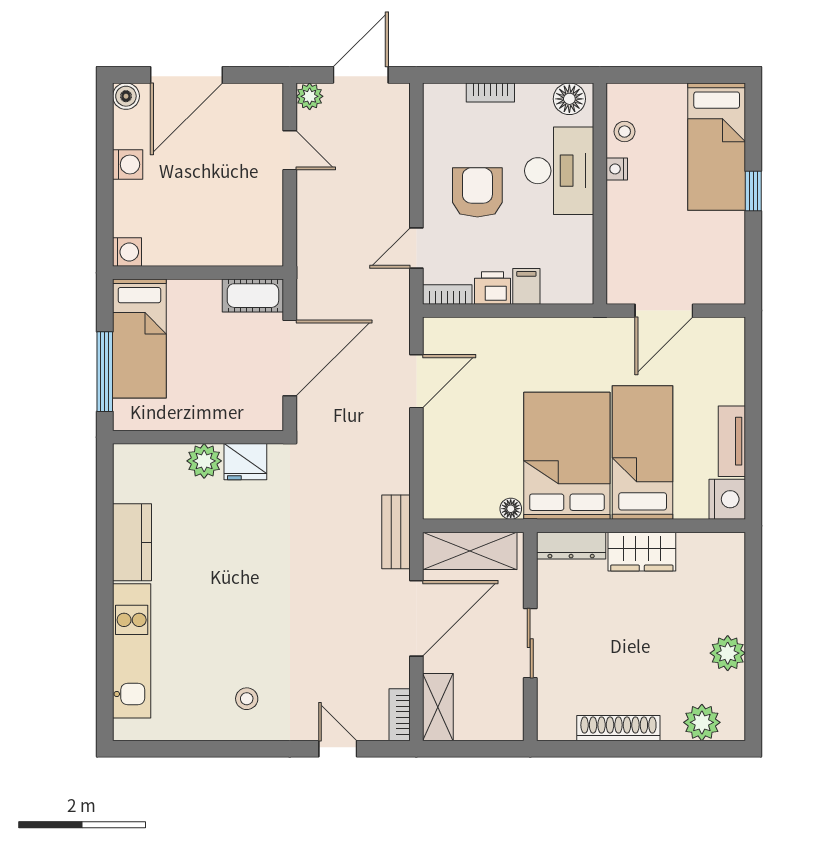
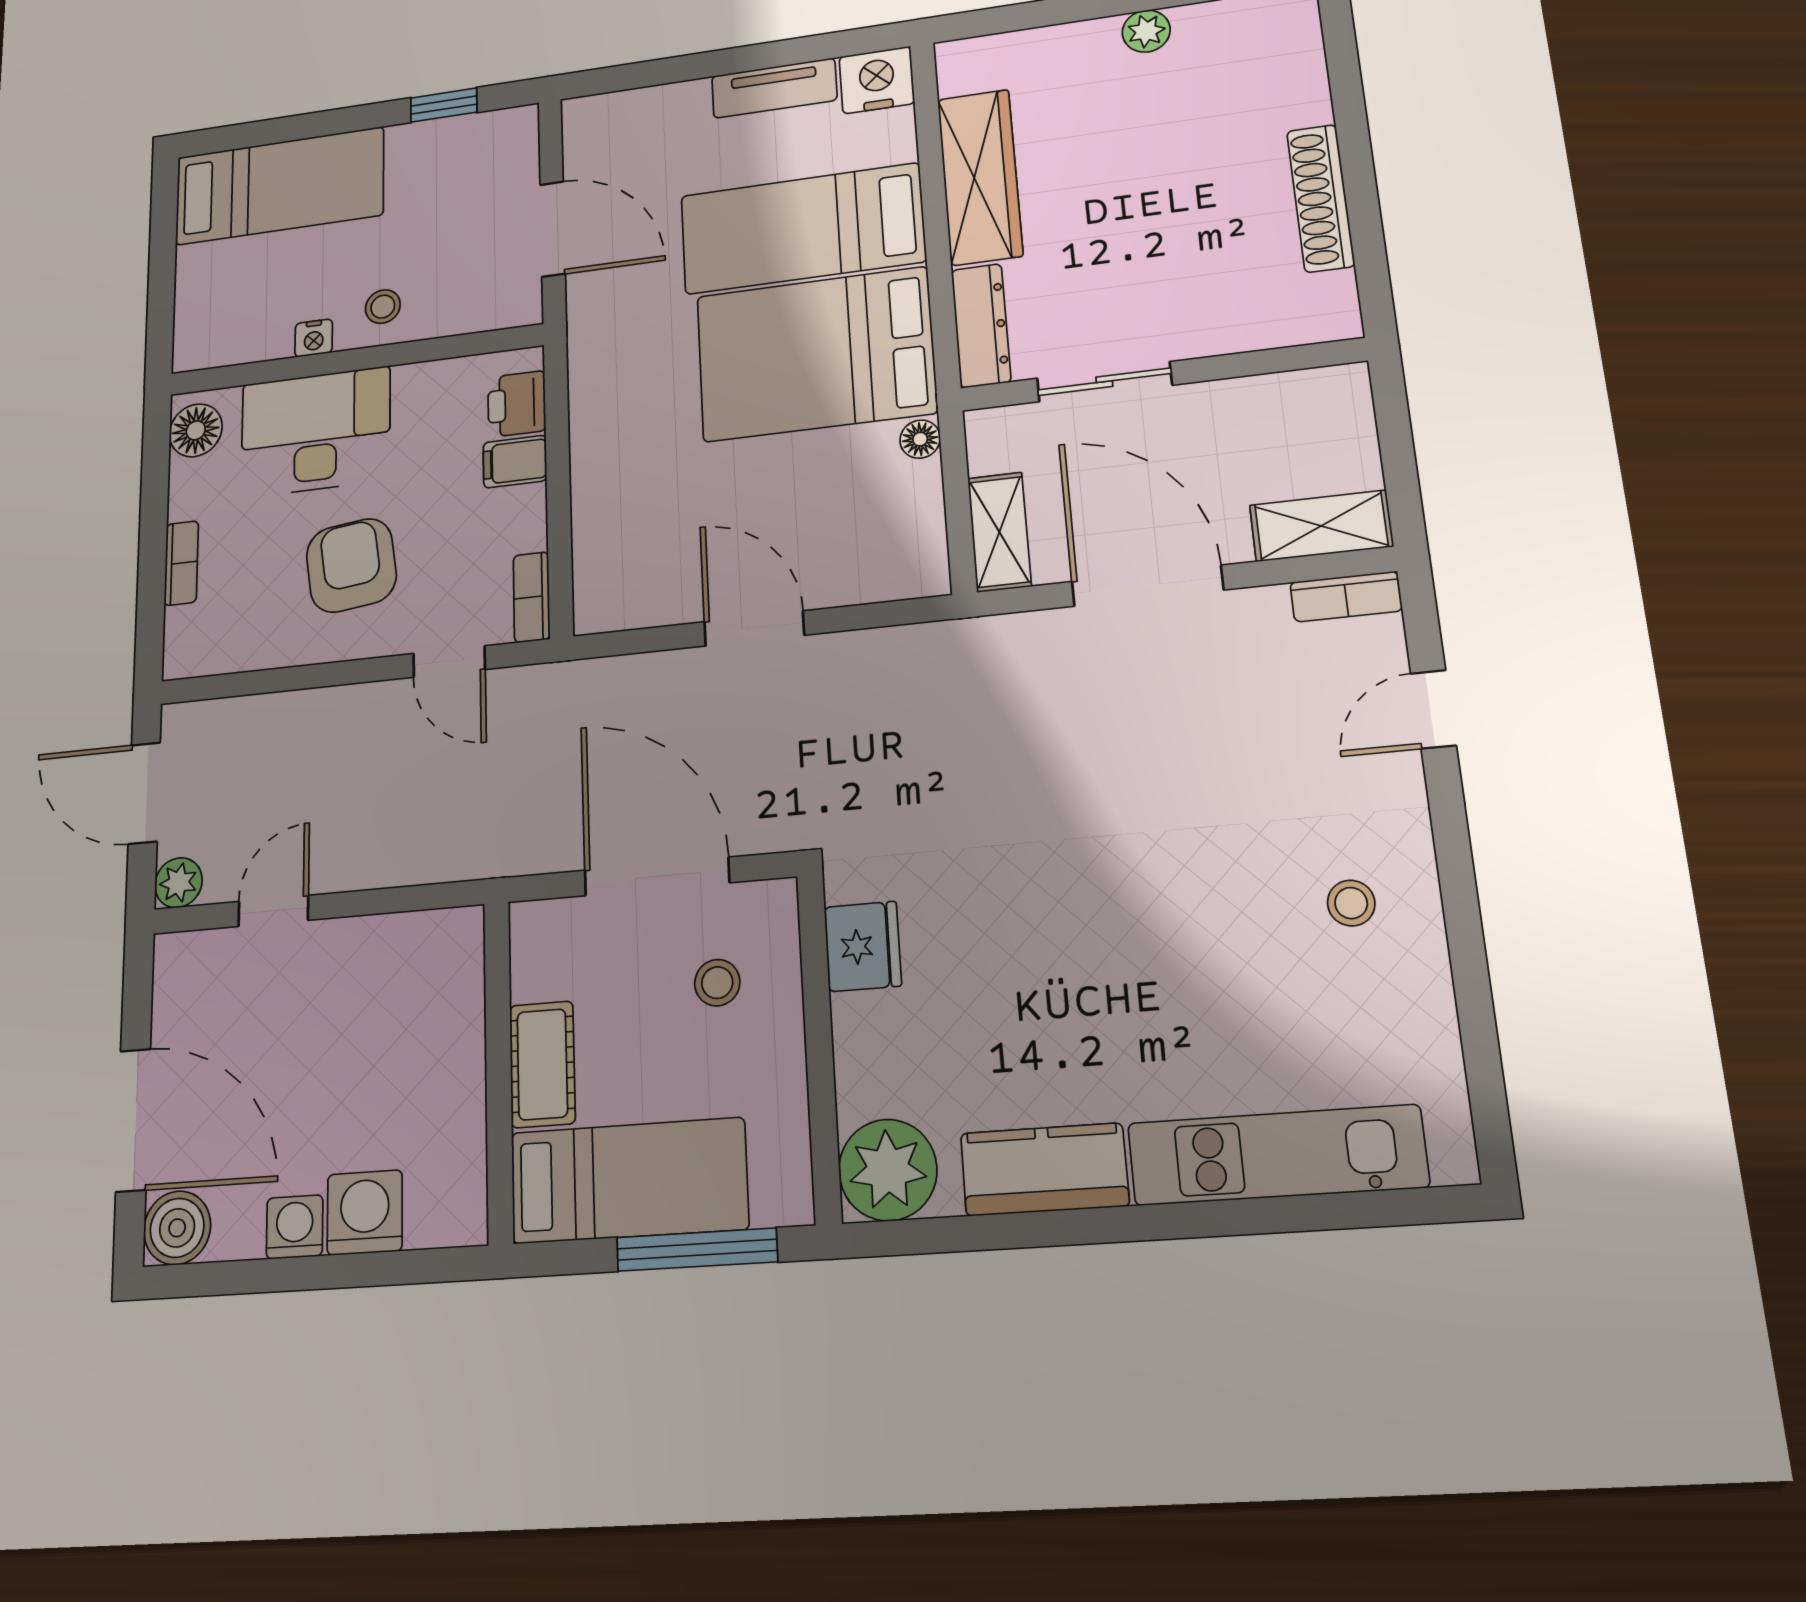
boiler: (126, 96) -> (177, 1228), width x1.36, depth x1.36
stool: (625, 132) -> (383, 307), moved
window: (753, 191) -> (444, 105), moved
armchair: (477, 192) -> (351, 565), turned 83
washing machine: (127, 252) -> (365, 1213), moved, width x1.38, depth x1.38
printer: (492, 288) -> (517, 404), moved
cot: (253, 296) -> (542, 1064), moved
door: (416, 381) -> (754, 628), moved
stool: (233, 387) -> (717, 983), added
plant: (204, 461) -> (888, 1170), moved, width x1.36, depth x1.36
bench: (396, 532) -> (980, 642), removed
shelving: (470, 551) -> (999, 532), width x0.67, depth x0.75
wardrobe: (642, 552) -> (980, 177), width x1.50
sliding door: (530, 643) -> (1104, 382), moved
plant: (728, 653) -> (1146, 31), width x0.73, depth x0.73
plant: (702, 722) -> (1291, 60), removed

